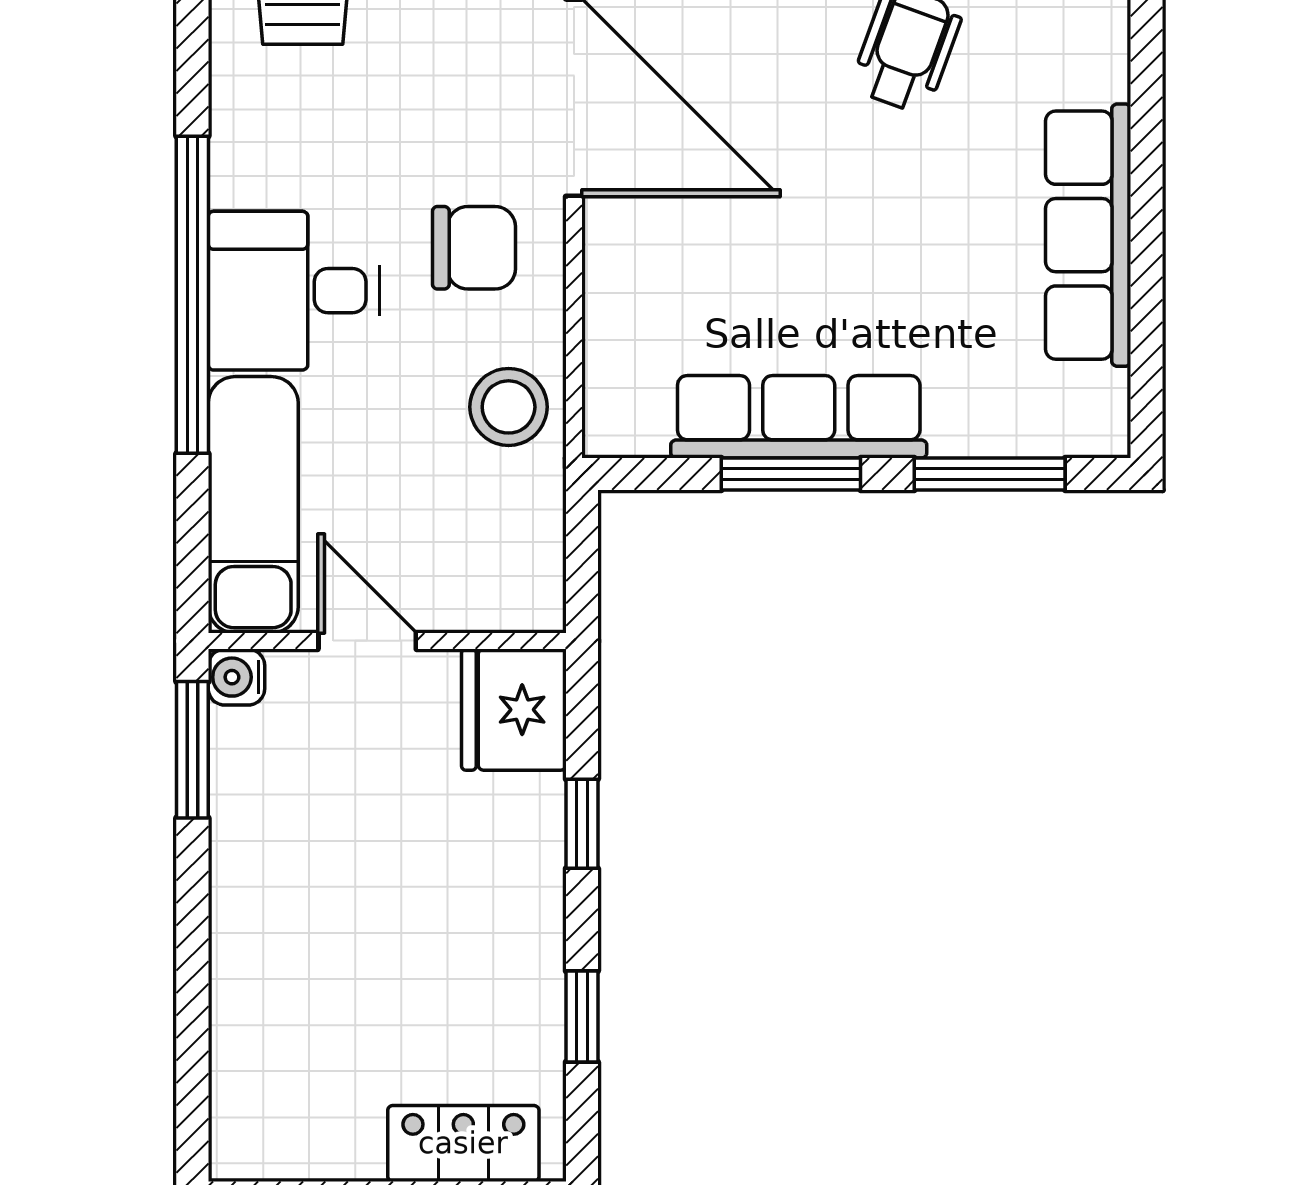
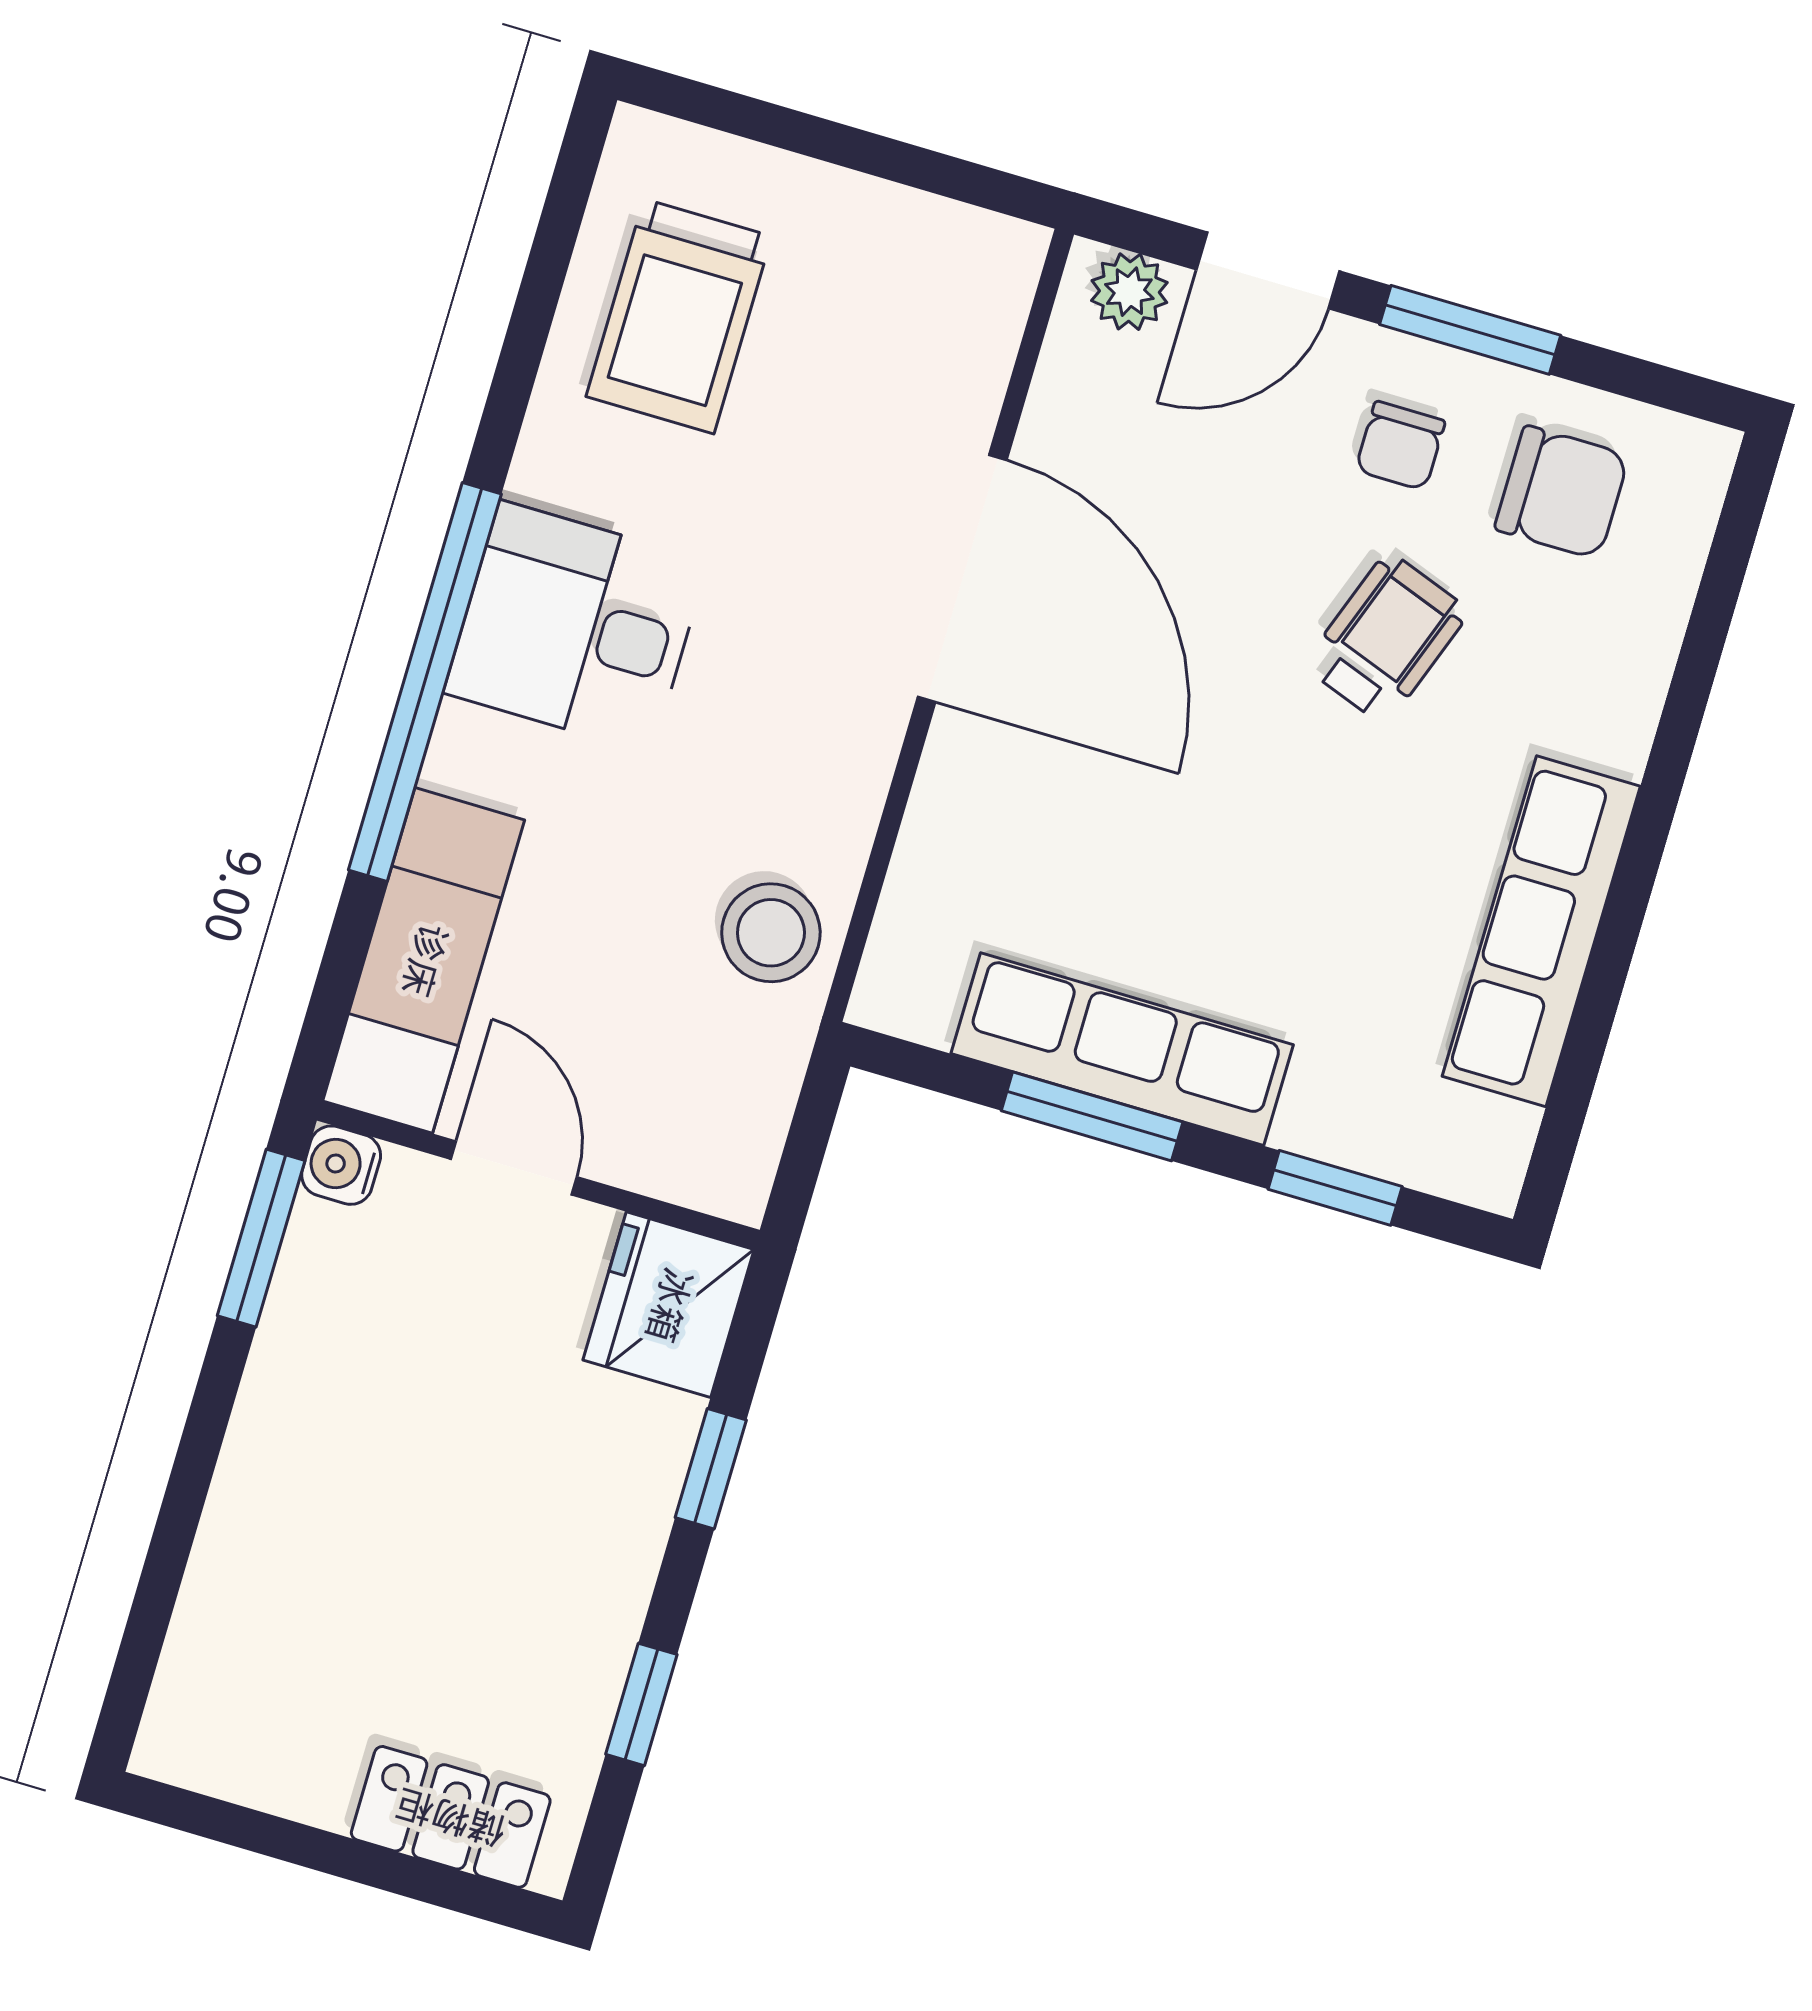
chair: (474, 248) -> (786, 726), removed
desk: (294, 291) -> (576, 627), moved
window: (990, 474) -> (1335, 1188), width x0.67

